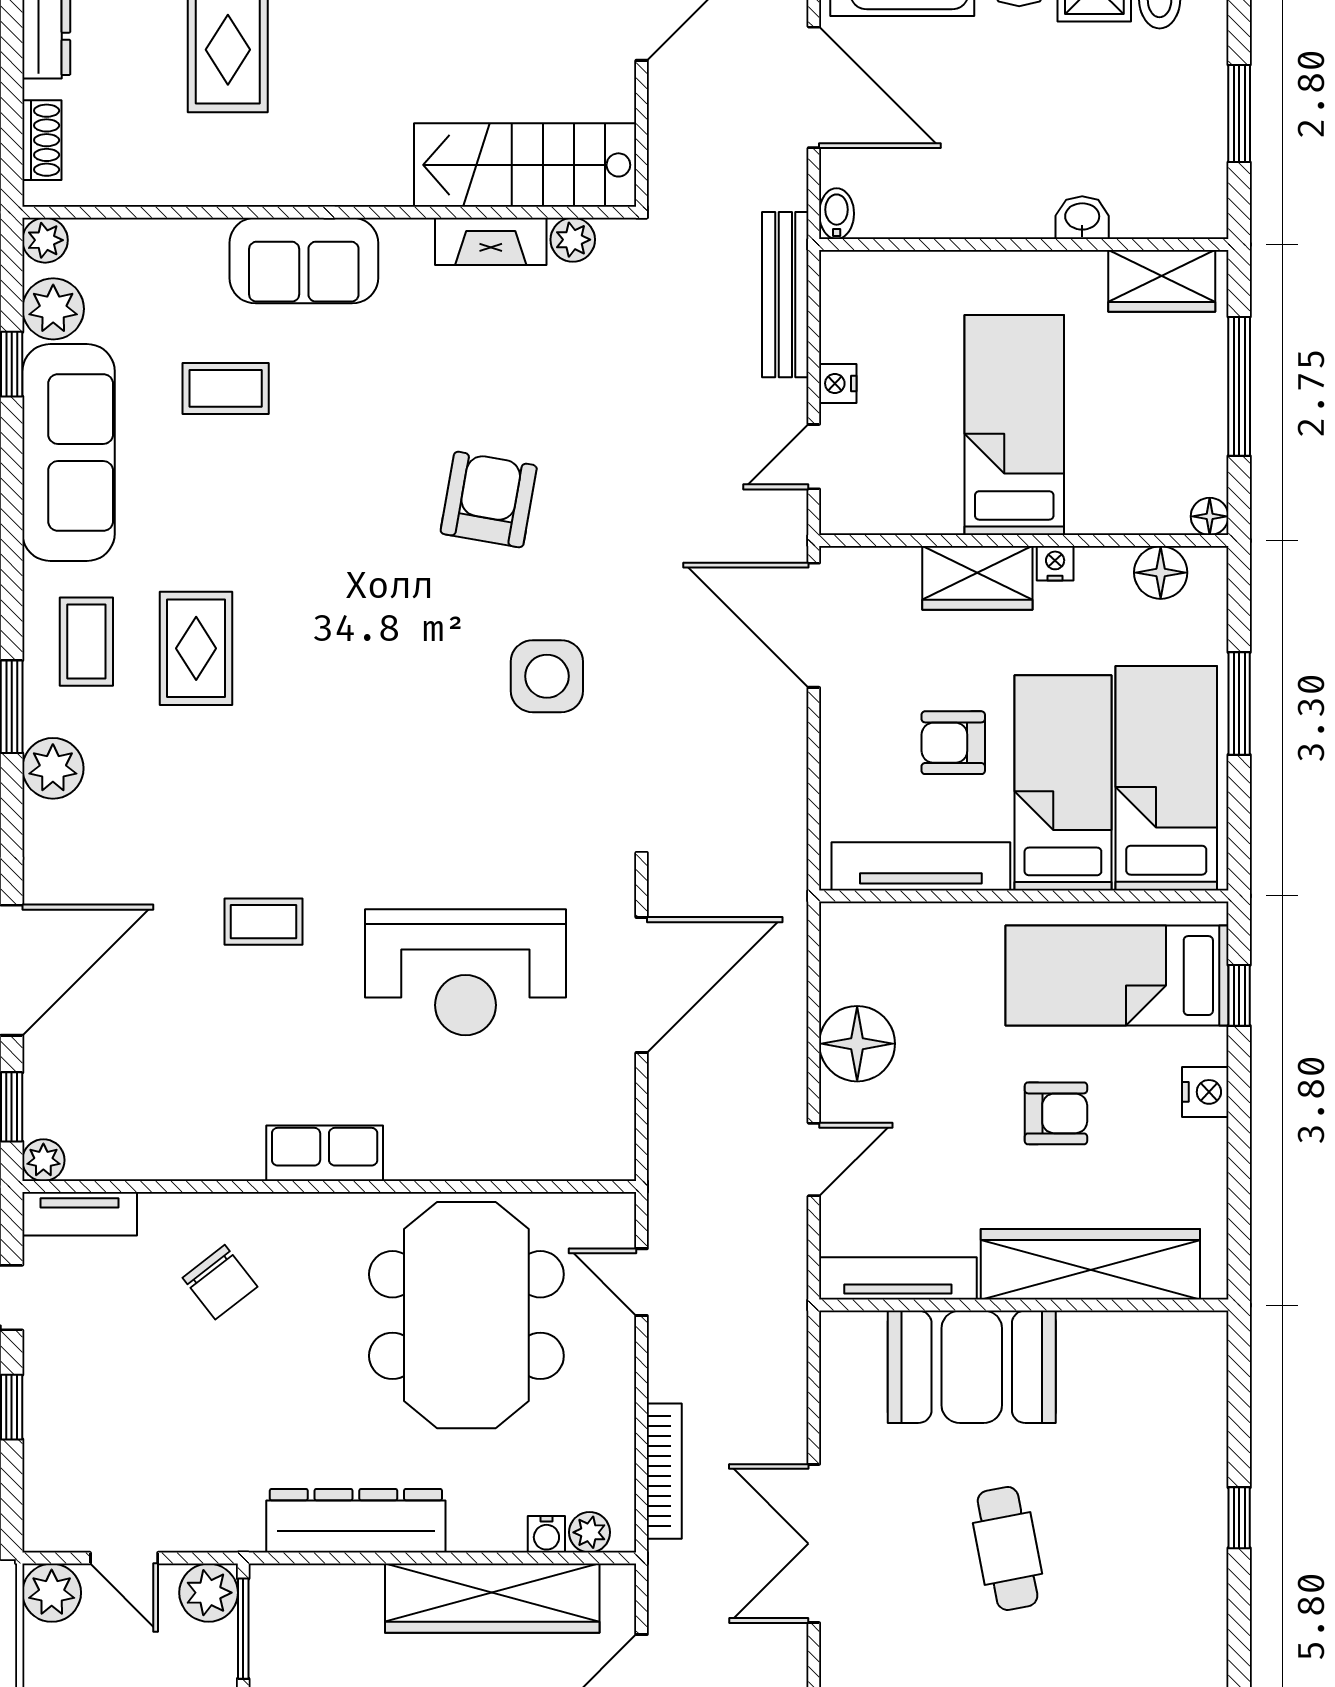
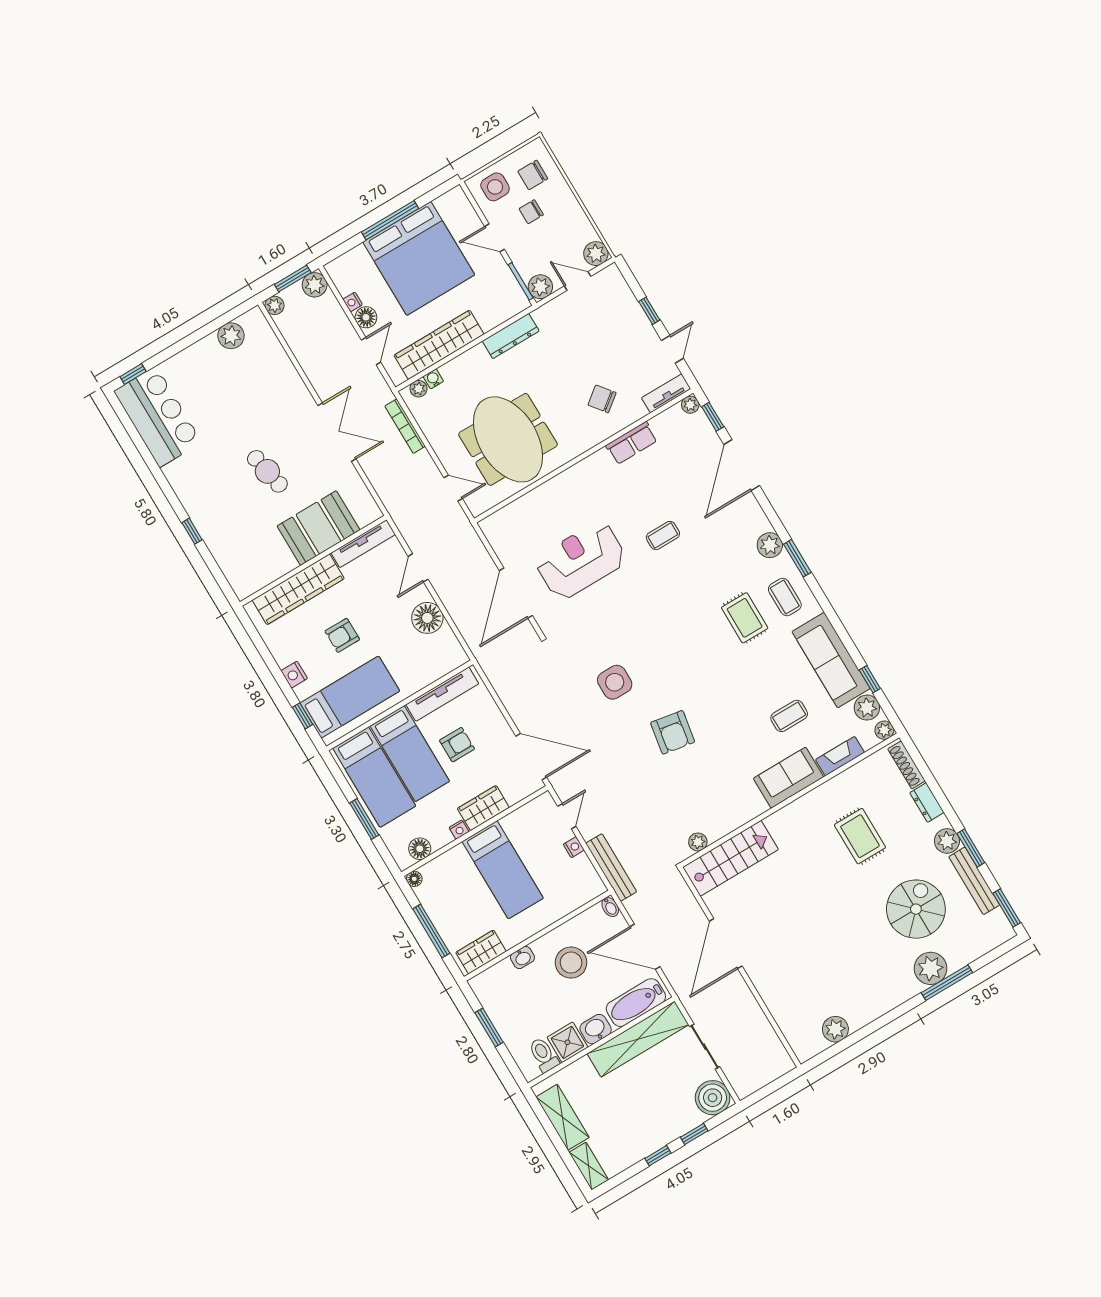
shoe rack: (42, 140) -> (907, 765), width x1.43
stool: (987, 147) -> (571, 963), added
fireplace: (491, 241) -> (840, 756), moved
row of seats: (325, 1153) -> (632, 443), moved
dresser: (356, 1521) -> (511, 336), width x0.73, depth x0.80

